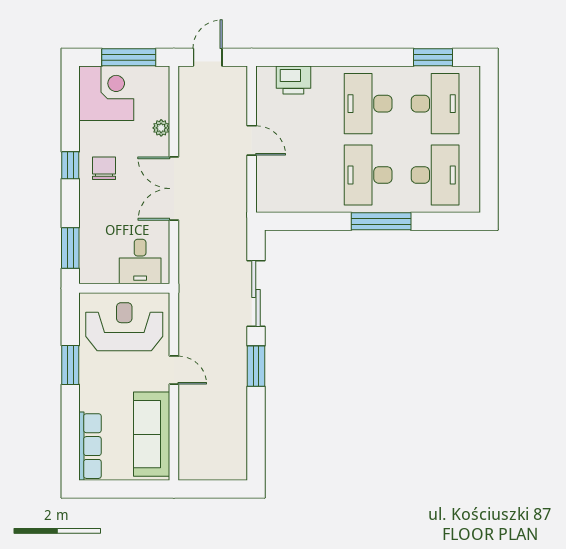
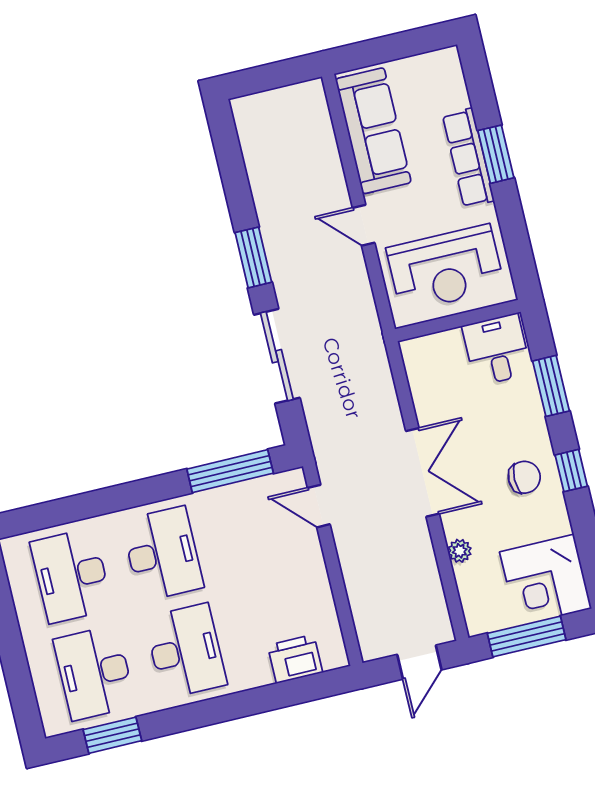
door: (252, 140) -> (319, 506), moved
chair: (104, 168) -> (524, 477), turned -90
window: (381, 221) -> (230, 471), moved
window: (70, 248) -> (551, 386), moved
desk: (140, 262) -> (497, 350), moved
window: (70, 365) -> (496, 154), moved
row of seats: (90, 446) -> (468, 158), moved

